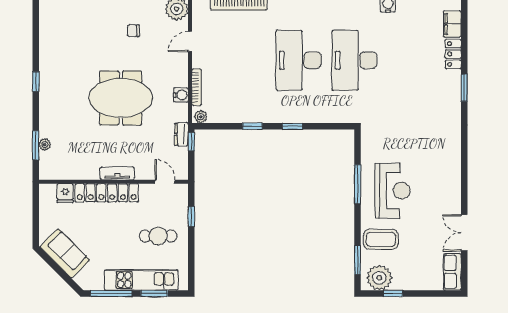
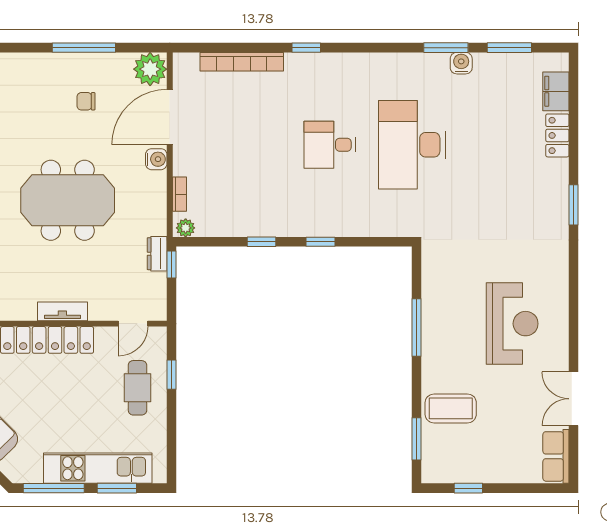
door: (190, 41) -> (170, 117), width x1.88
desk: (299, 60) -> (330, 145), width x0.53, depth x0.77
bookcase: (197, 87) -> (179, 194), width x0.64
window: (464, 88) -> (574, 205), moved
water cooler: (181, 95) -> (156, 159), moved
door: (165, 182) -> (133, 324), swing flipped
reception desk: (393, 191) -> (512, 324), moved
cafe table: (158, 236) -> (137, 388), moved, turned 90
plant: (379, 278) -> (448, 465), removed

